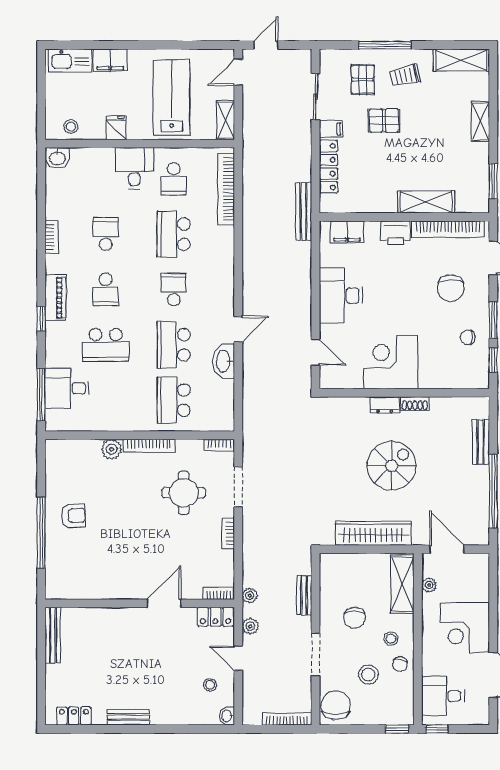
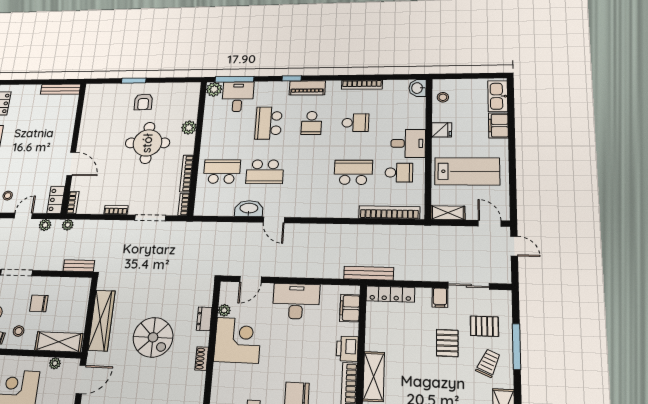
trolley: (405, 76) -> (488, 363), turned 37
locker: (328, 167) -> (390, 294), moved
school desk: (174, 179) -> (399, 173), turned 180
bookcase: (52, 237) -> (362, 85), width x1.56
school desk: (106, 289) -> (311, 123), turned -90
school desk: (174, 289) -> (309, 172), removed
school desk: (174, 345) -> (265, 172), turned 180
plant: (355, 381) -> (224, 310), added
dresser: (385, 405) -> (204, 319), moved
plant: (56, 421) -> (214, 89), added
bookcase: (149, 446) -> (187, 173), moved
round table: (184, 493) -> (147, 143), moved, width x1.36, depth x1.36
window: (41, 533) -> (134, 81), width x0.47
bench: (304, 595) -> (79, 266), moved

